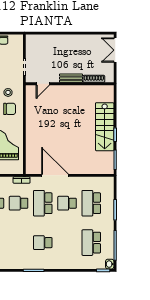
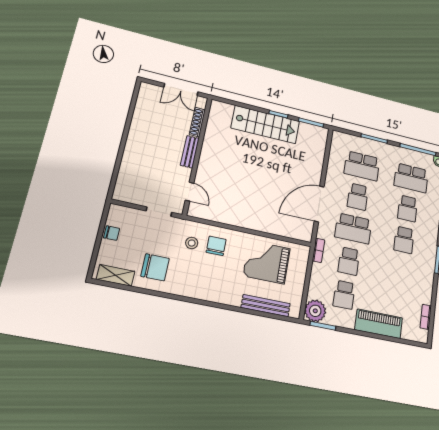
double door: (115, 50) -> (181, 90), moved
school desk: (67, 243) -> (408, 208), added

